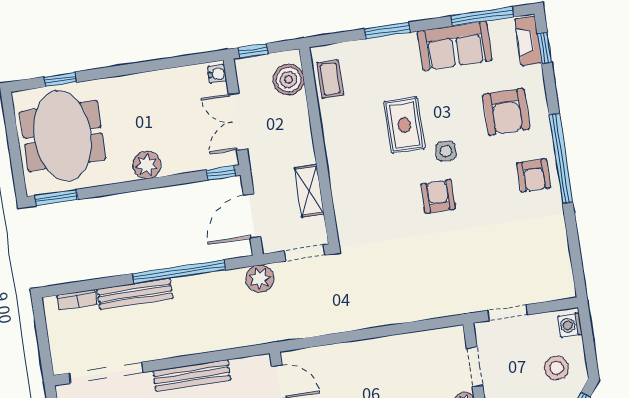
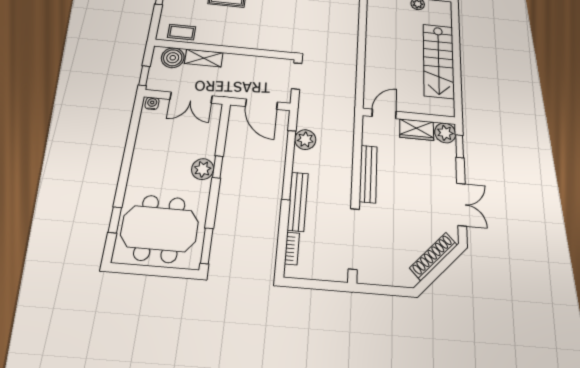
window: (221, 173) -> (218, 167), moved
shelving: (309, 191) -> (204, 58), moved
plant: (260, 279) -> (305, 140), moved

